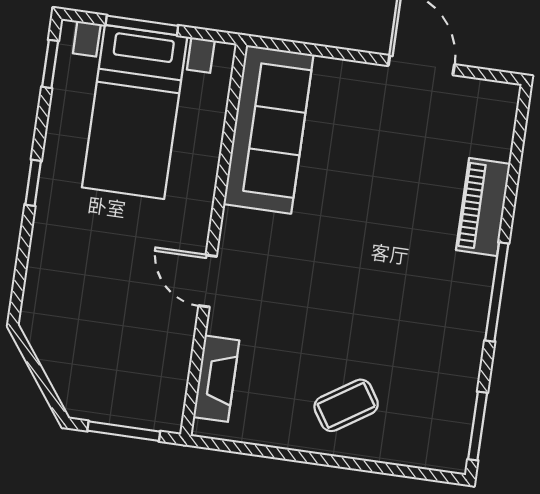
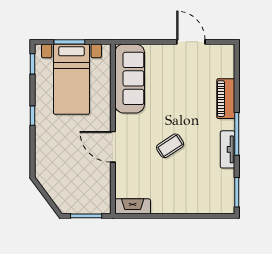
door: (208, 281) -> (113, 147), width x1.38
tv unit: (471, 325) -> (228, 149), added
fireplace: (216, 379) -> (133, 206), moved, turned -90
coffee table: (346, 405) -> (170, 146), moved

